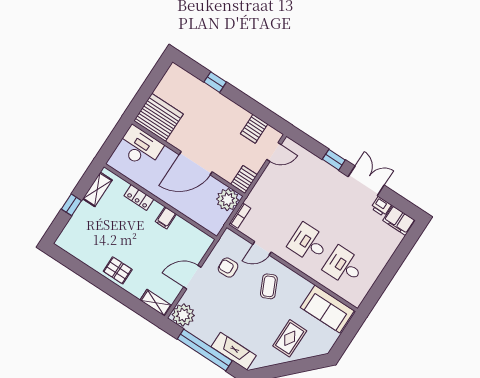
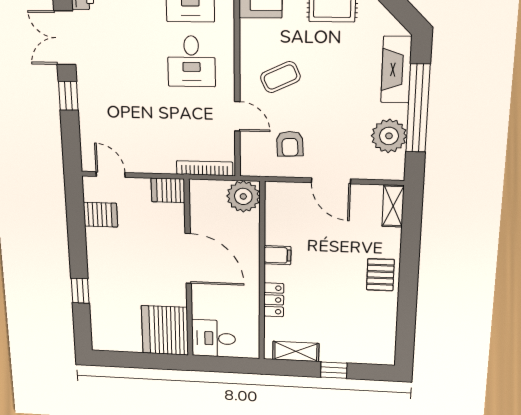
desk: (140, 147) -> (214, 338), width x0.73
plant: (228, 200) -> (243, 196), moved
bookcase: (240, 215) -> (205, 168), width x1.56
plant: (183, 315) -> (389, 136), moved

